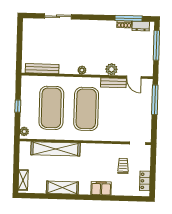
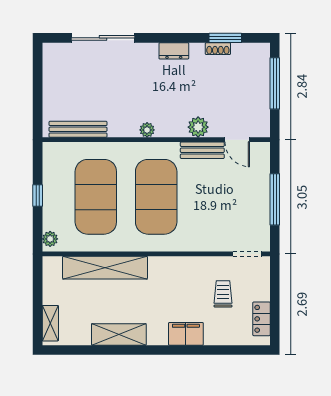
sliding door: (58, 16) -> (103, 38), width x1.37
window: (129, 18) -> (225, 38), width x0.69
dresser: (141, 26) -> (174, 51), moved
window: (155, 100) -> (275, 199), moved

